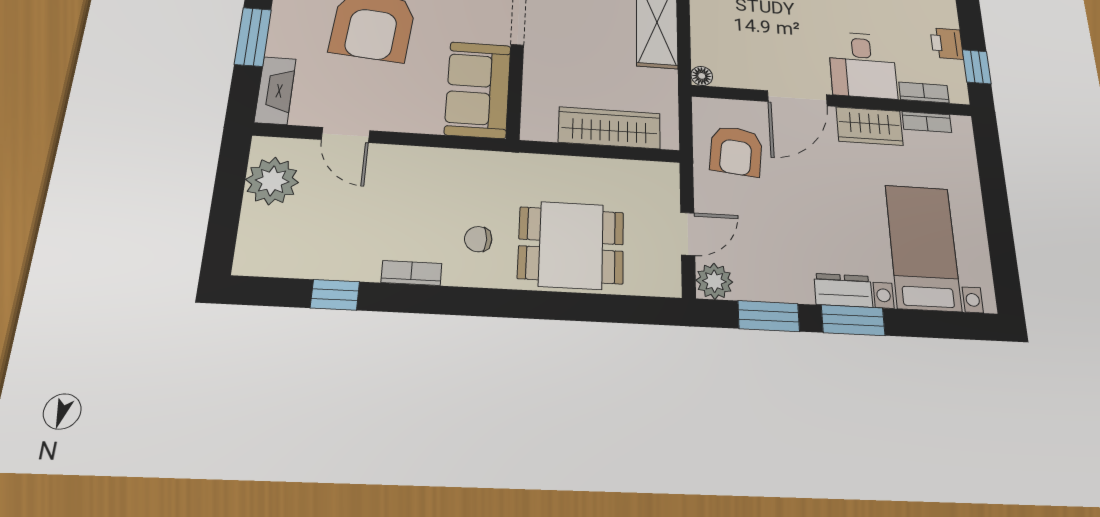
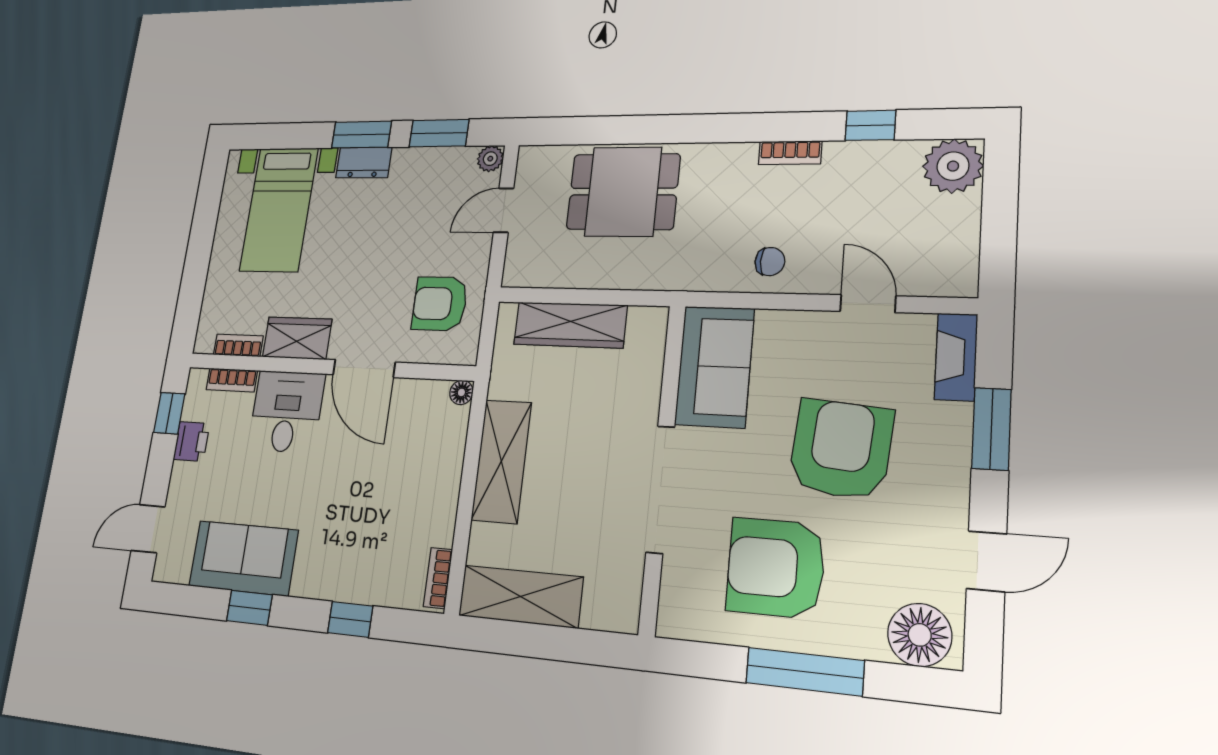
door: (797, 98) -> (364, 368), swing flipped
armchair: (736, 151) -> (440, 304), turned -96
plant: (272, 181) -> (953, 166), moved
chair: (478, 239) -> (770, 262), moved
plant: (714, 281) -> (490, 159), width x0.73, depth x0.73

